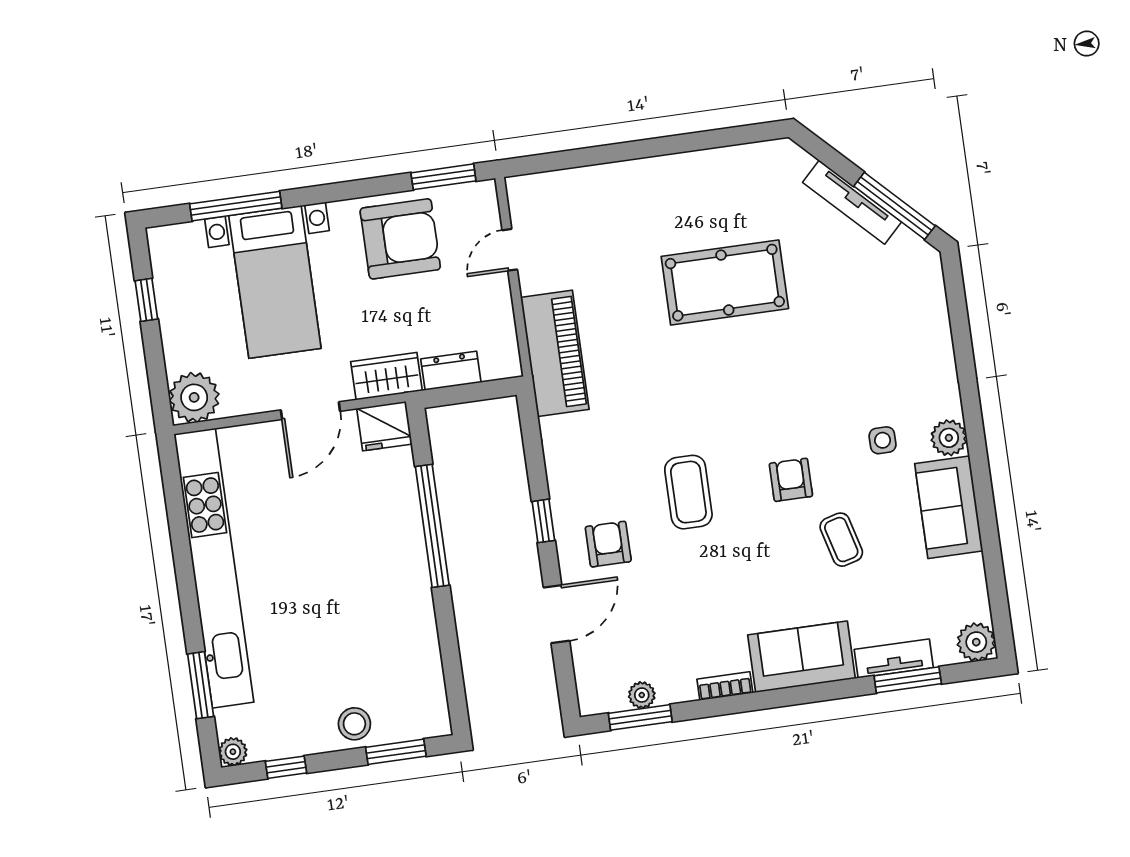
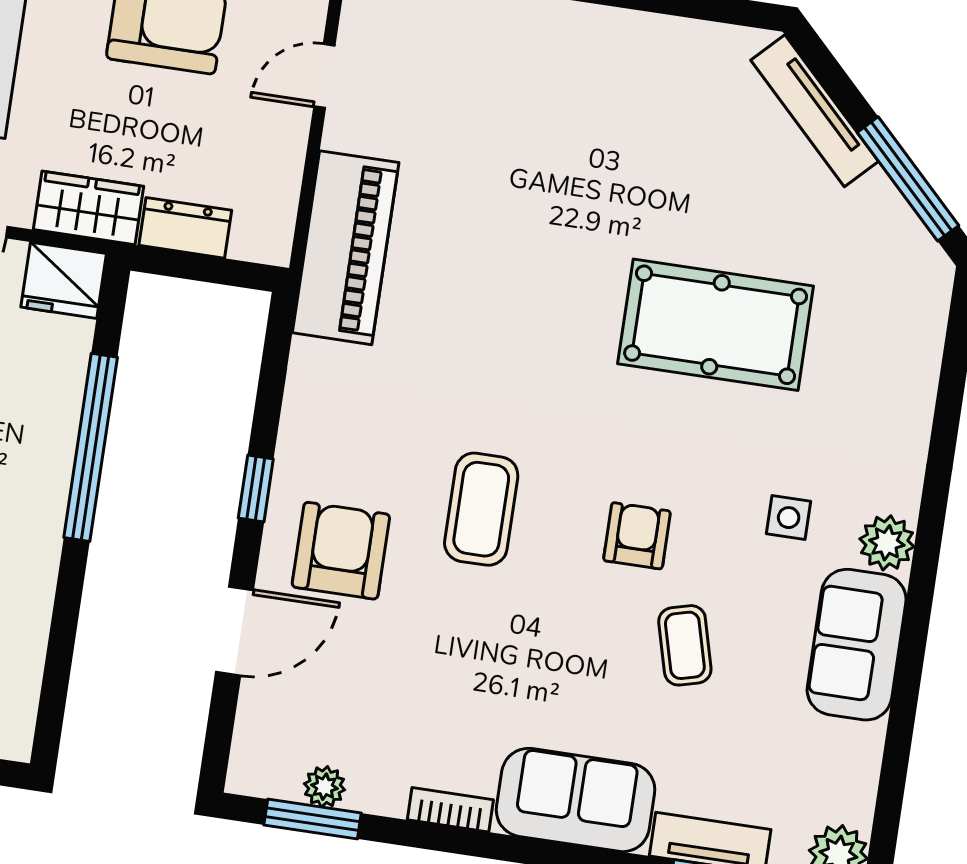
tv unit: (852, 202) -> (815, 111), moved
pool table: (725, 283) -> (716, 325), moved
armchair: (608, 544) -> (341, 551), width x1.38, depth x1.38

